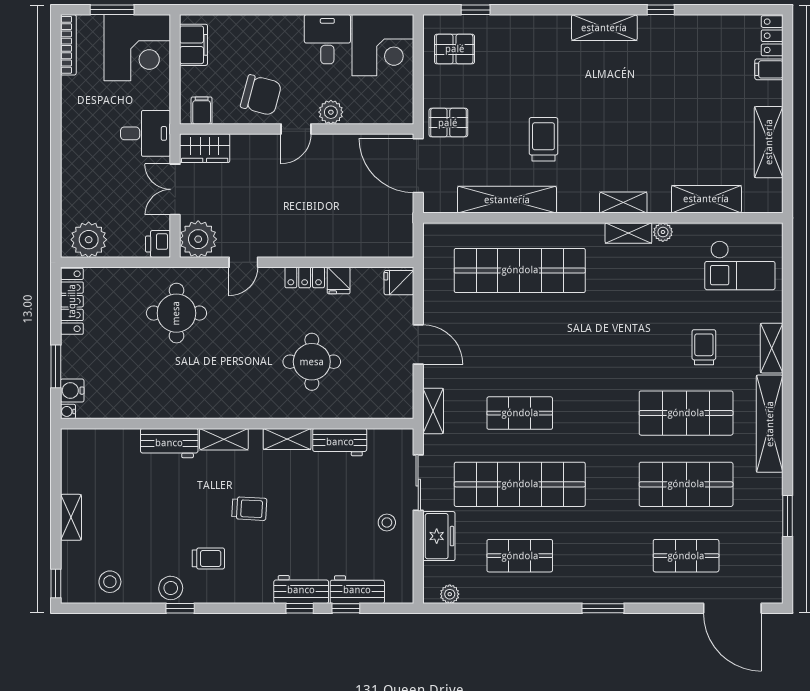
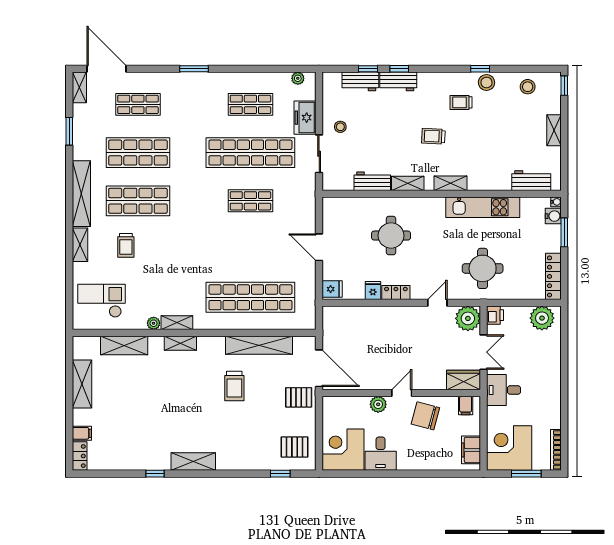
kitchen unit: (176, 404) -> (483, 207), added
shelving: (433, 411) -> (79, 87), moved
workbench: (169, 443) -> (531, 181), moved

